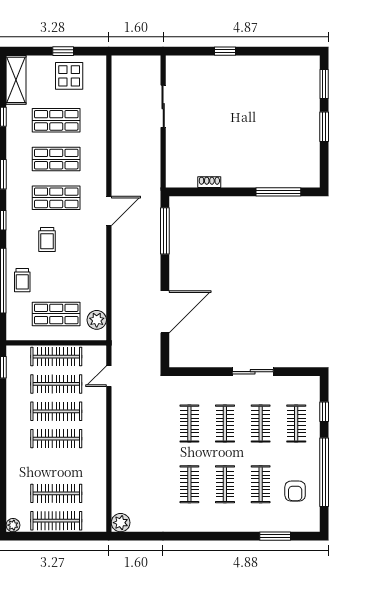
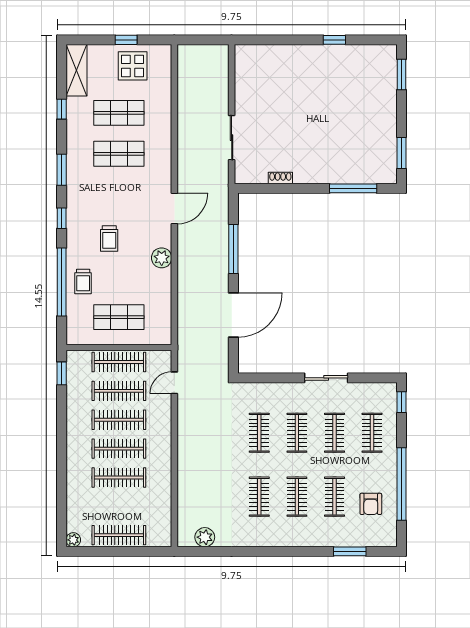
window: (225, 51) -> (334, 40), moved
sliding door: (163, 106) -> (232, 138), moved
window: (324, 127) -> (402, 153), moved
shop shelf: (56, 198) -> (119, 195), removed
window: (165, 231) -> (233, 249), moved
plant: (97, 320) -> (162, 258), moved
window: (324, 412) -> (402, 402), moved
clothes rail: (56, 493) -> (119, 477), moved
plant: (121, 523) -> (205, 537), moved

